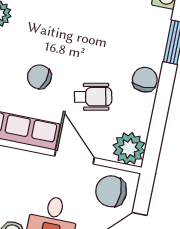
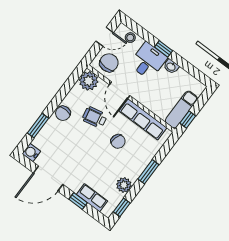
chair: (111, 191) -> (109, 63), turned -90

